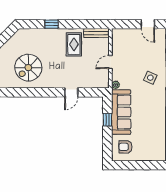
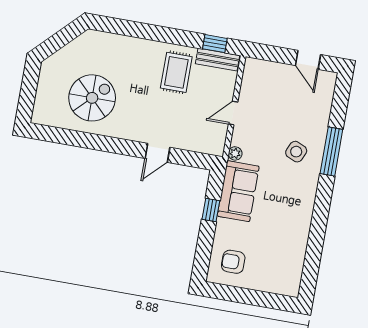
window: (51, 24) -> (215, 44), moved
spiral stairs: (28, 68) -> (92, 98), turned 180
sofa: (121, 112) -> (238, 191), width x0.73

